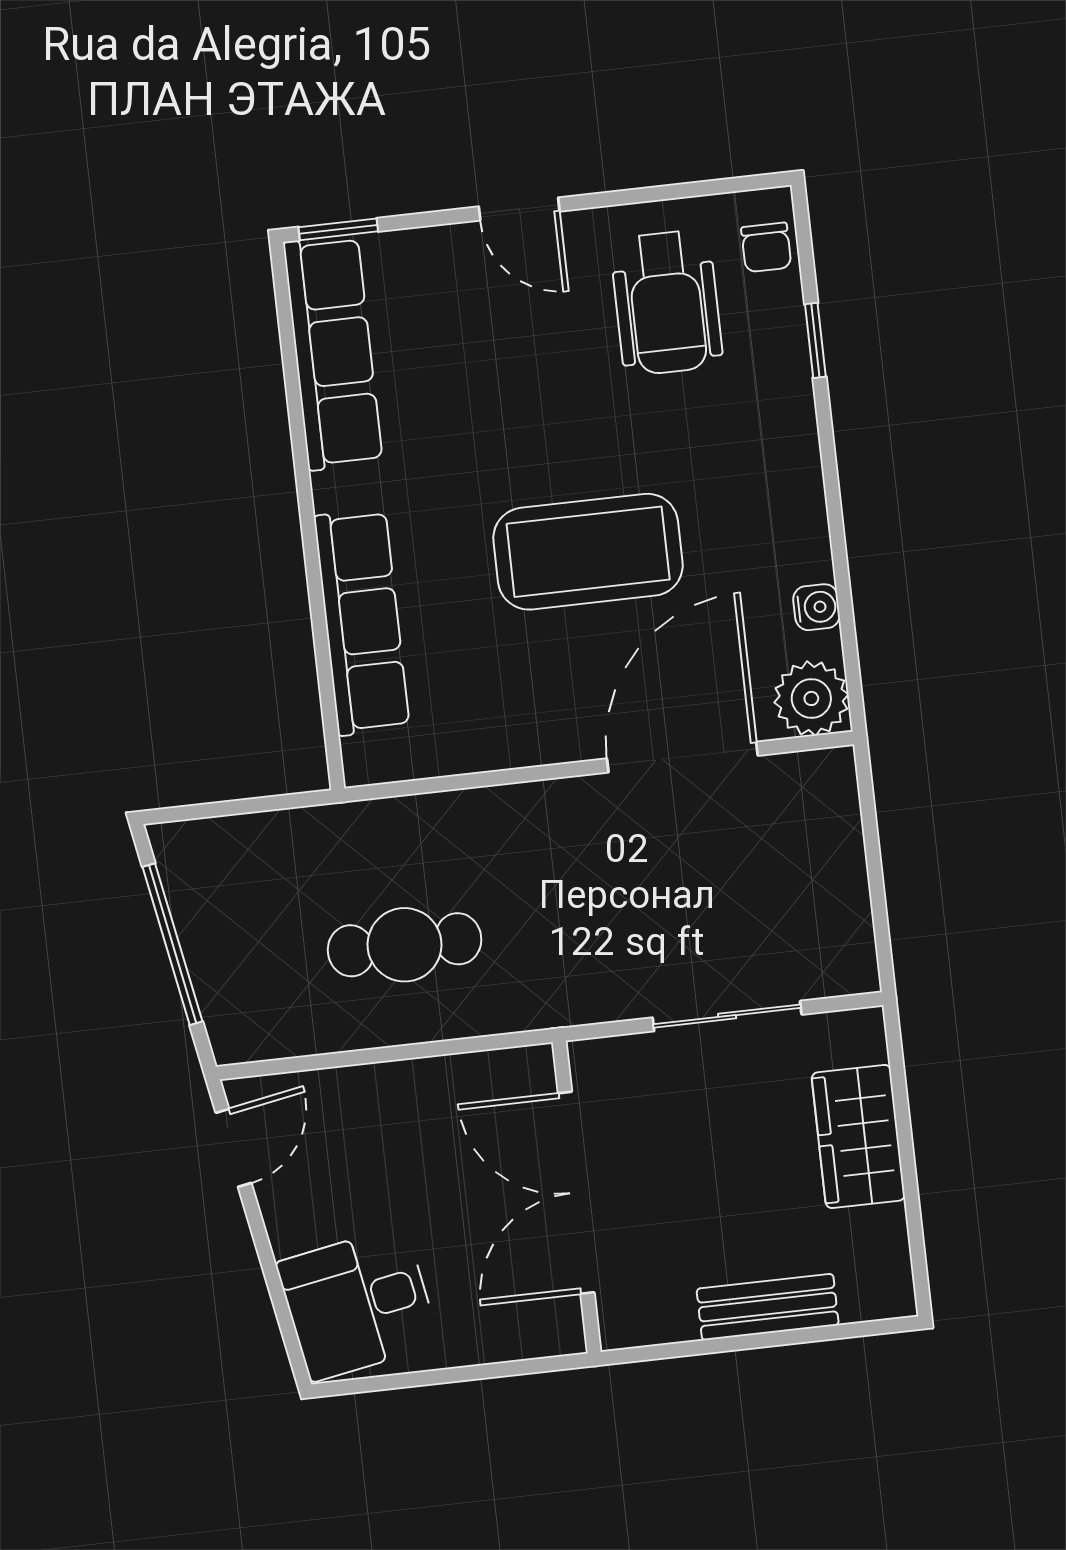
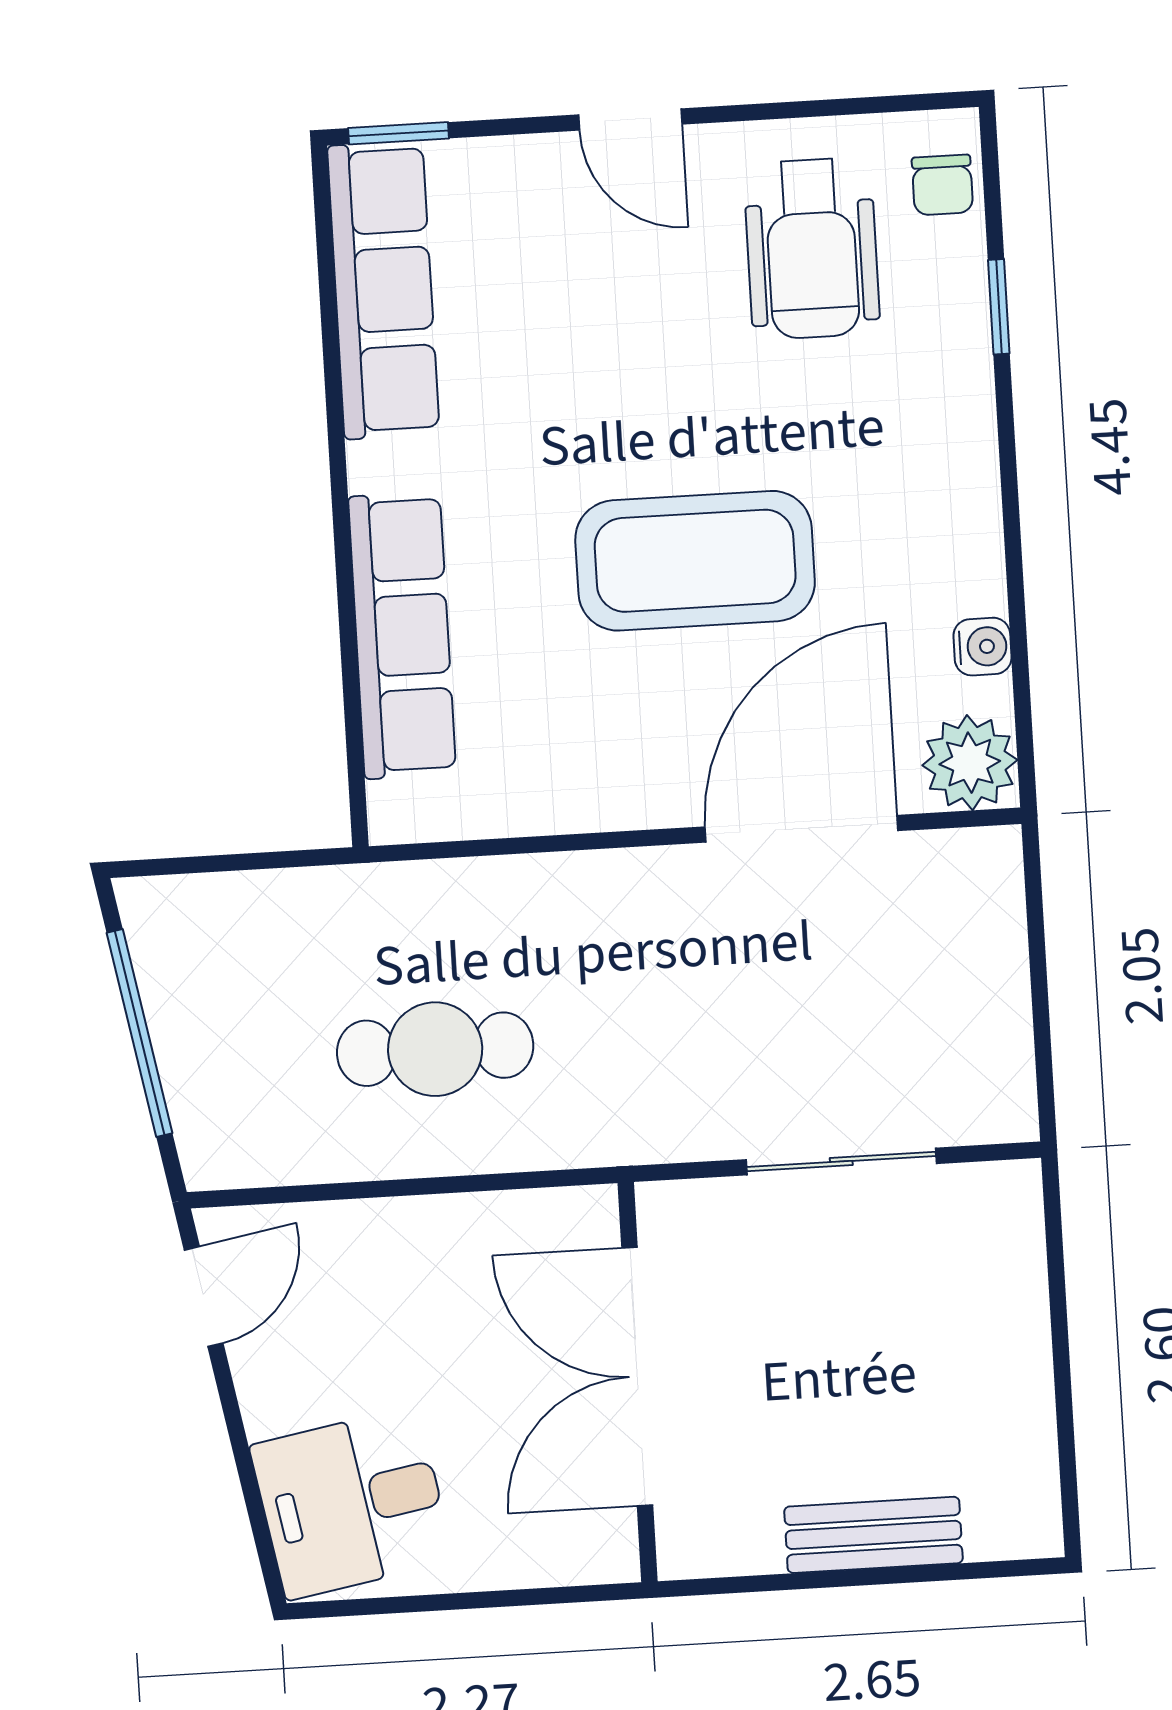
wardrobe: (858, 1136) -> (1000, 1324), removed

